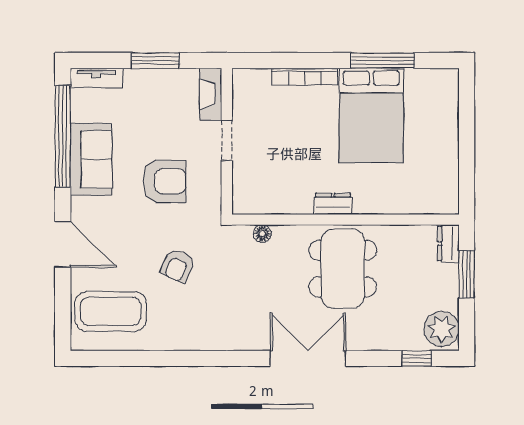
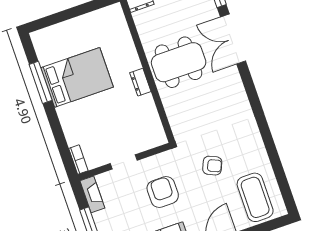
bookcase: (305, 76) -> (78, 160), moved, width x0.64
fireplace: (211, 94) -> (92, 194), moved, turned -90
floor lamp: (262, 234) -> (174, 120), removed
double door: (308, 358) -> (233, 39), moved

